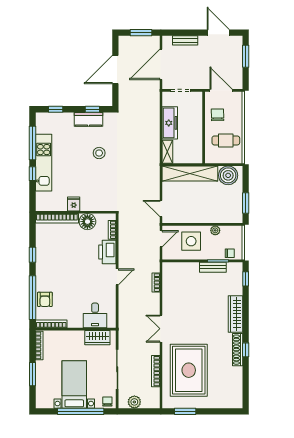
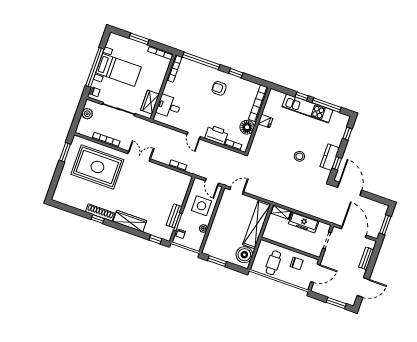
door: (115, 70) -> (350, 189), moved
armchair: (45, 299) -> (219, 88), moved

